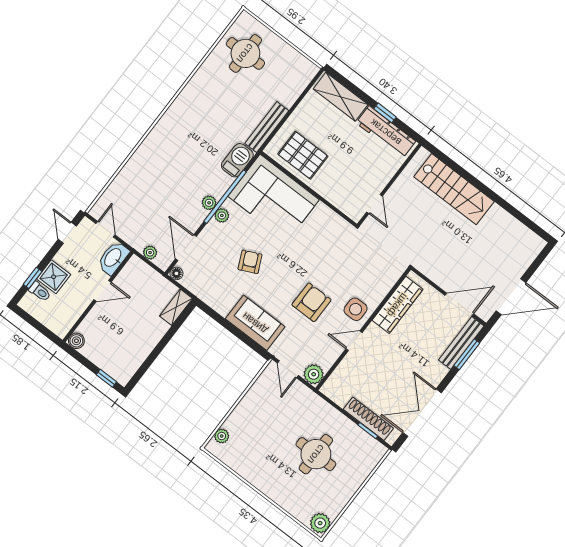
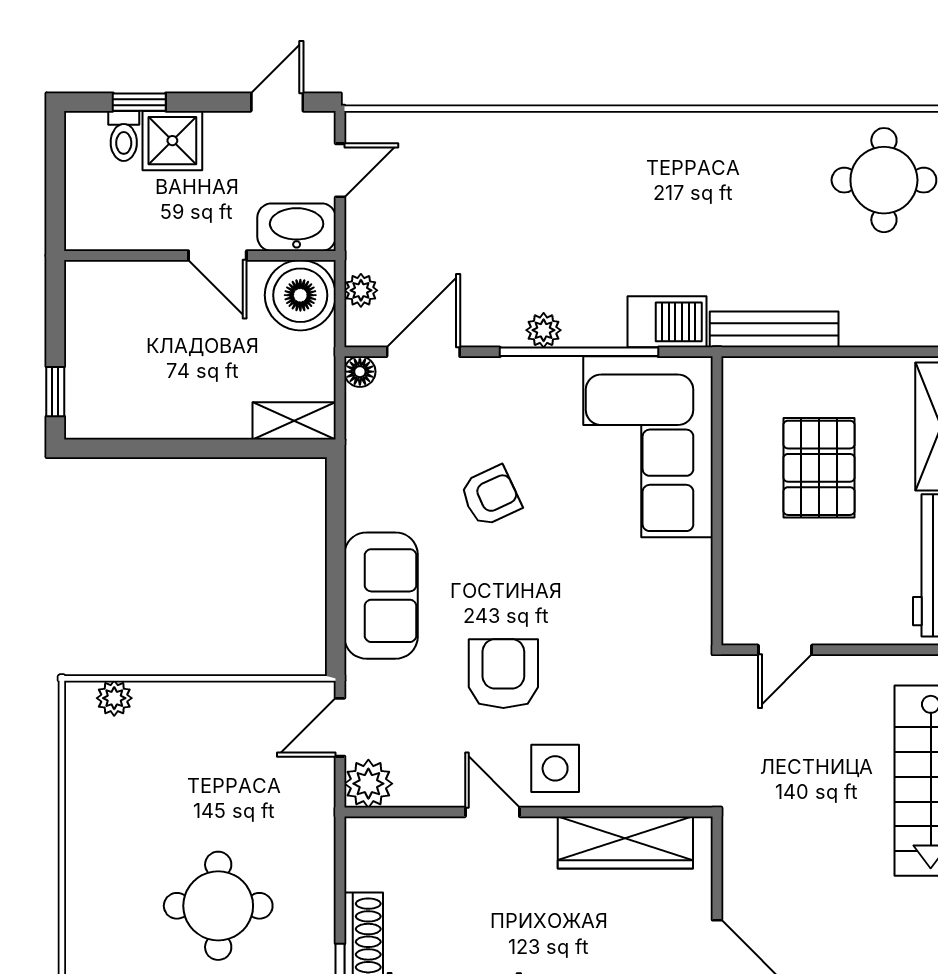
pallet: (303, 155) -> (819, 468), moved
plant: (222, 215) -> (538, 373), removed
armchair: (311, 302) -> (503, 674), turned -90
boiler: (76, 341) -> (300, 295), moved, width x1.86, depth x1.86

